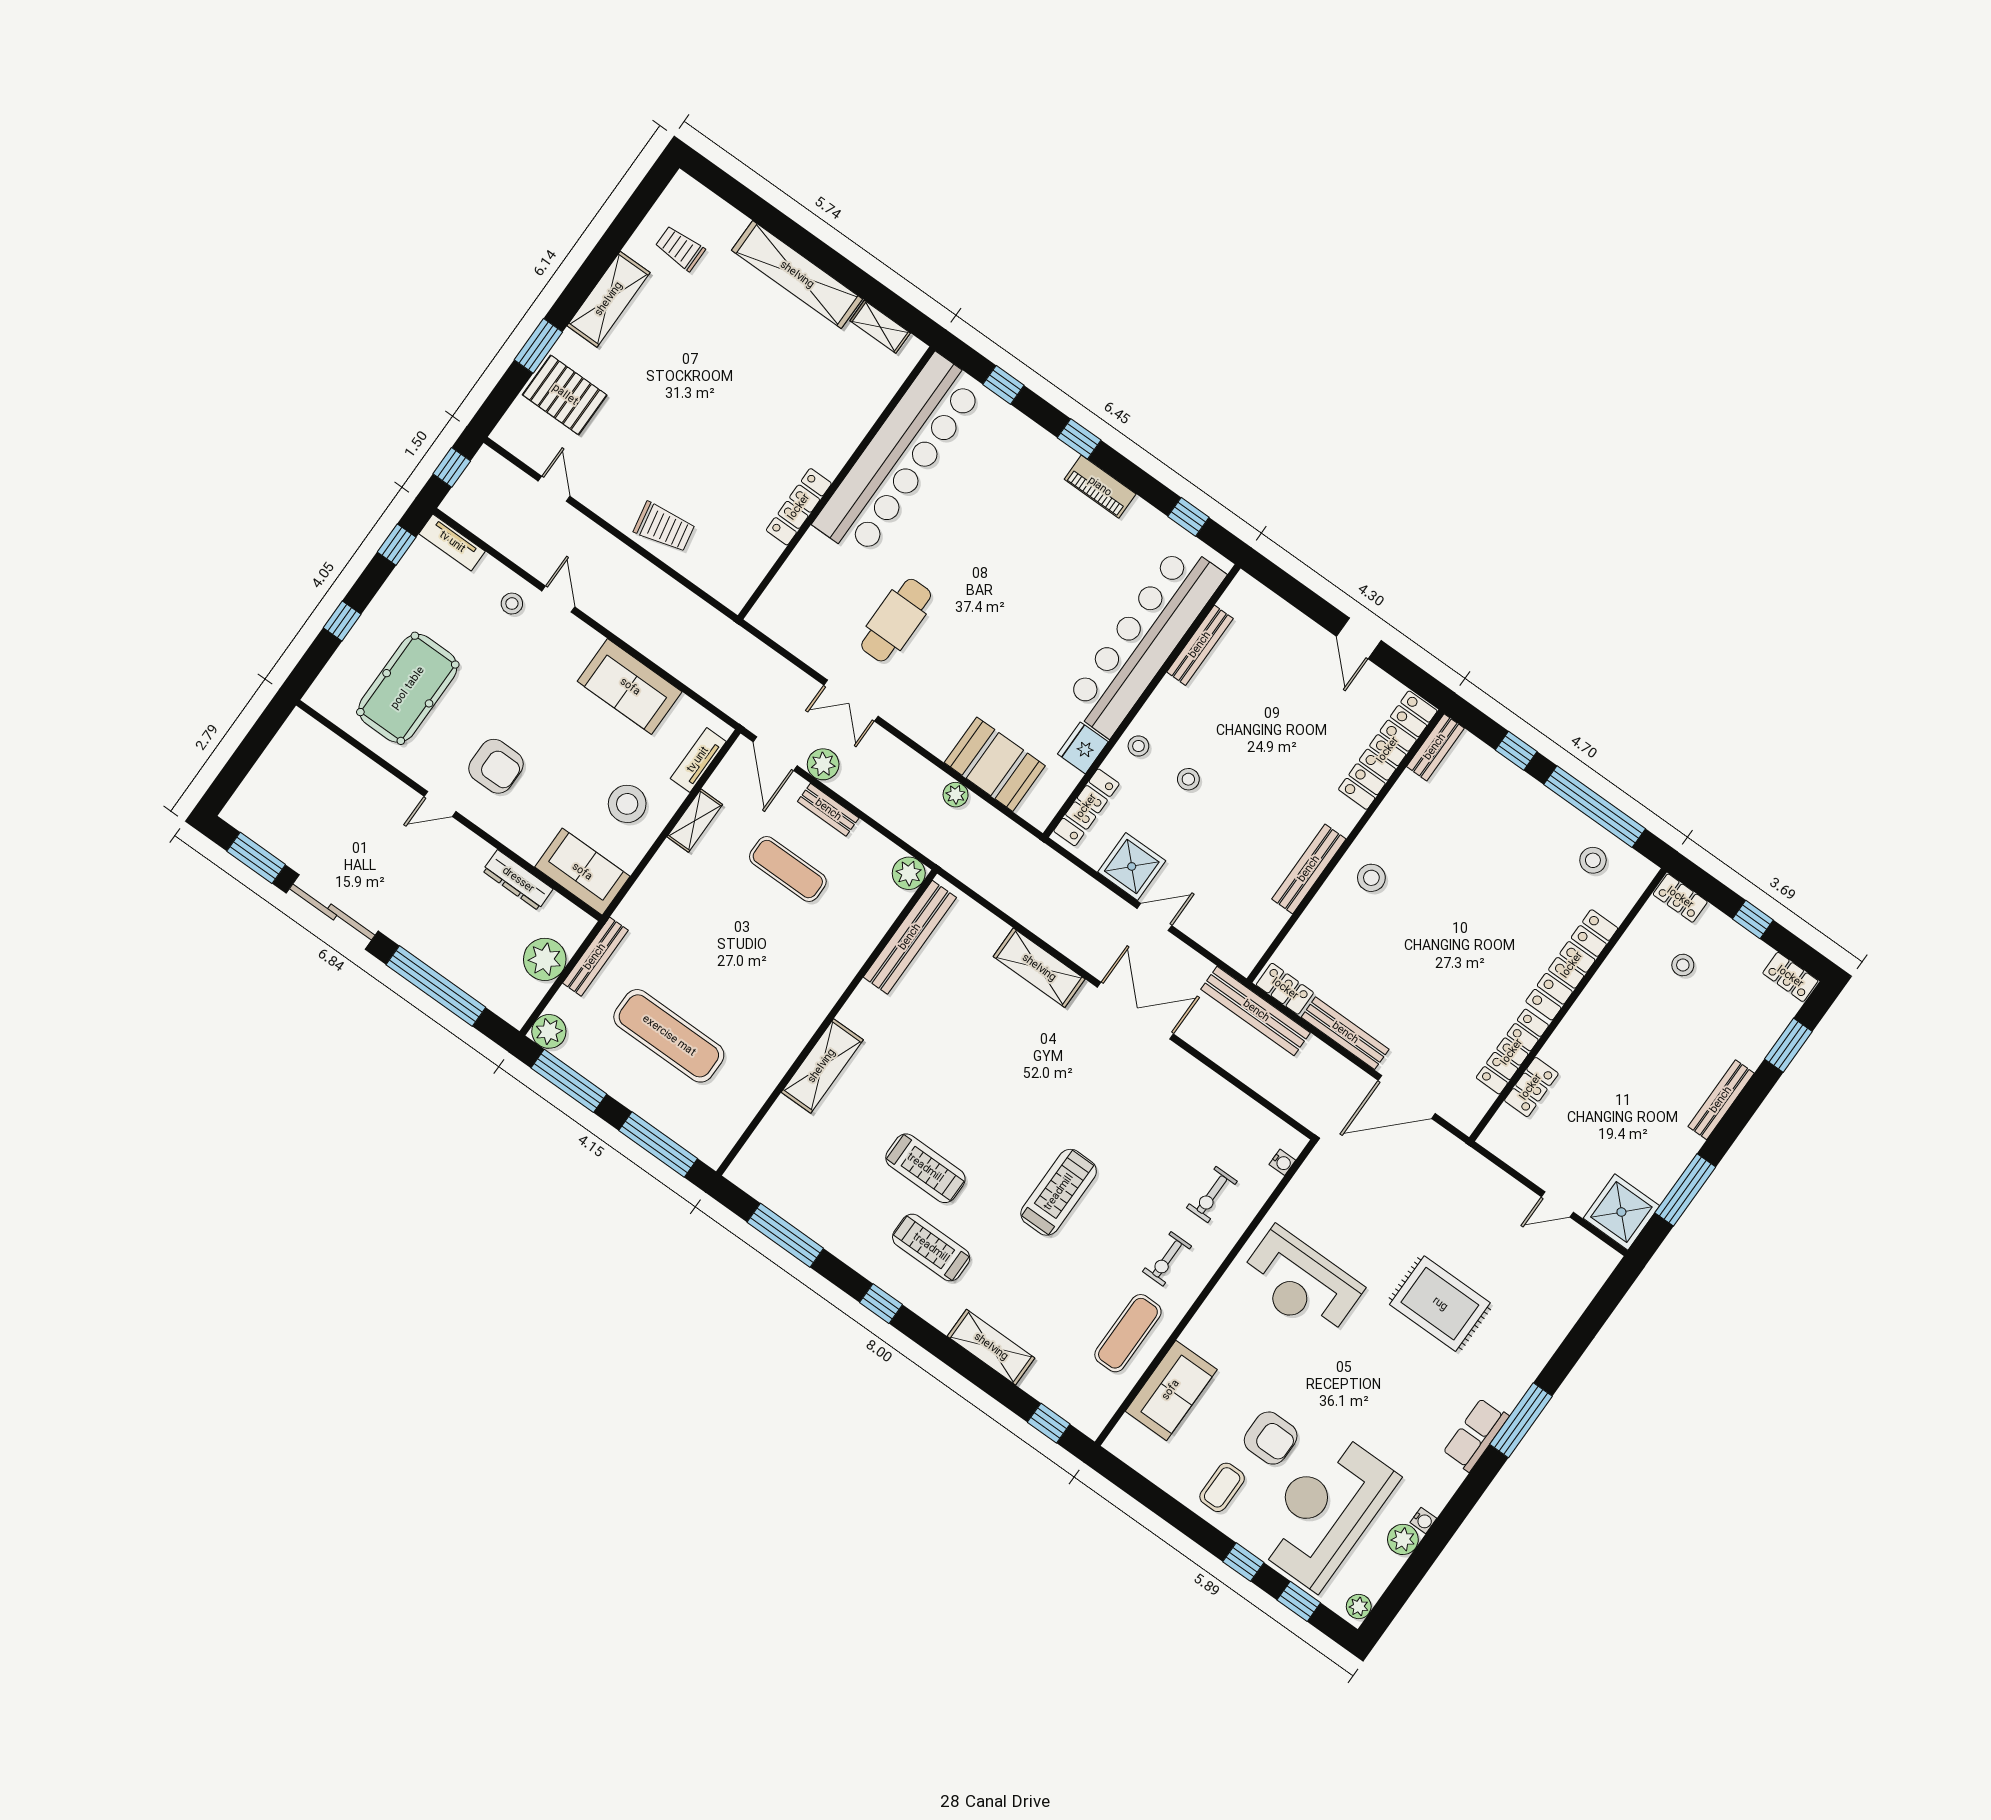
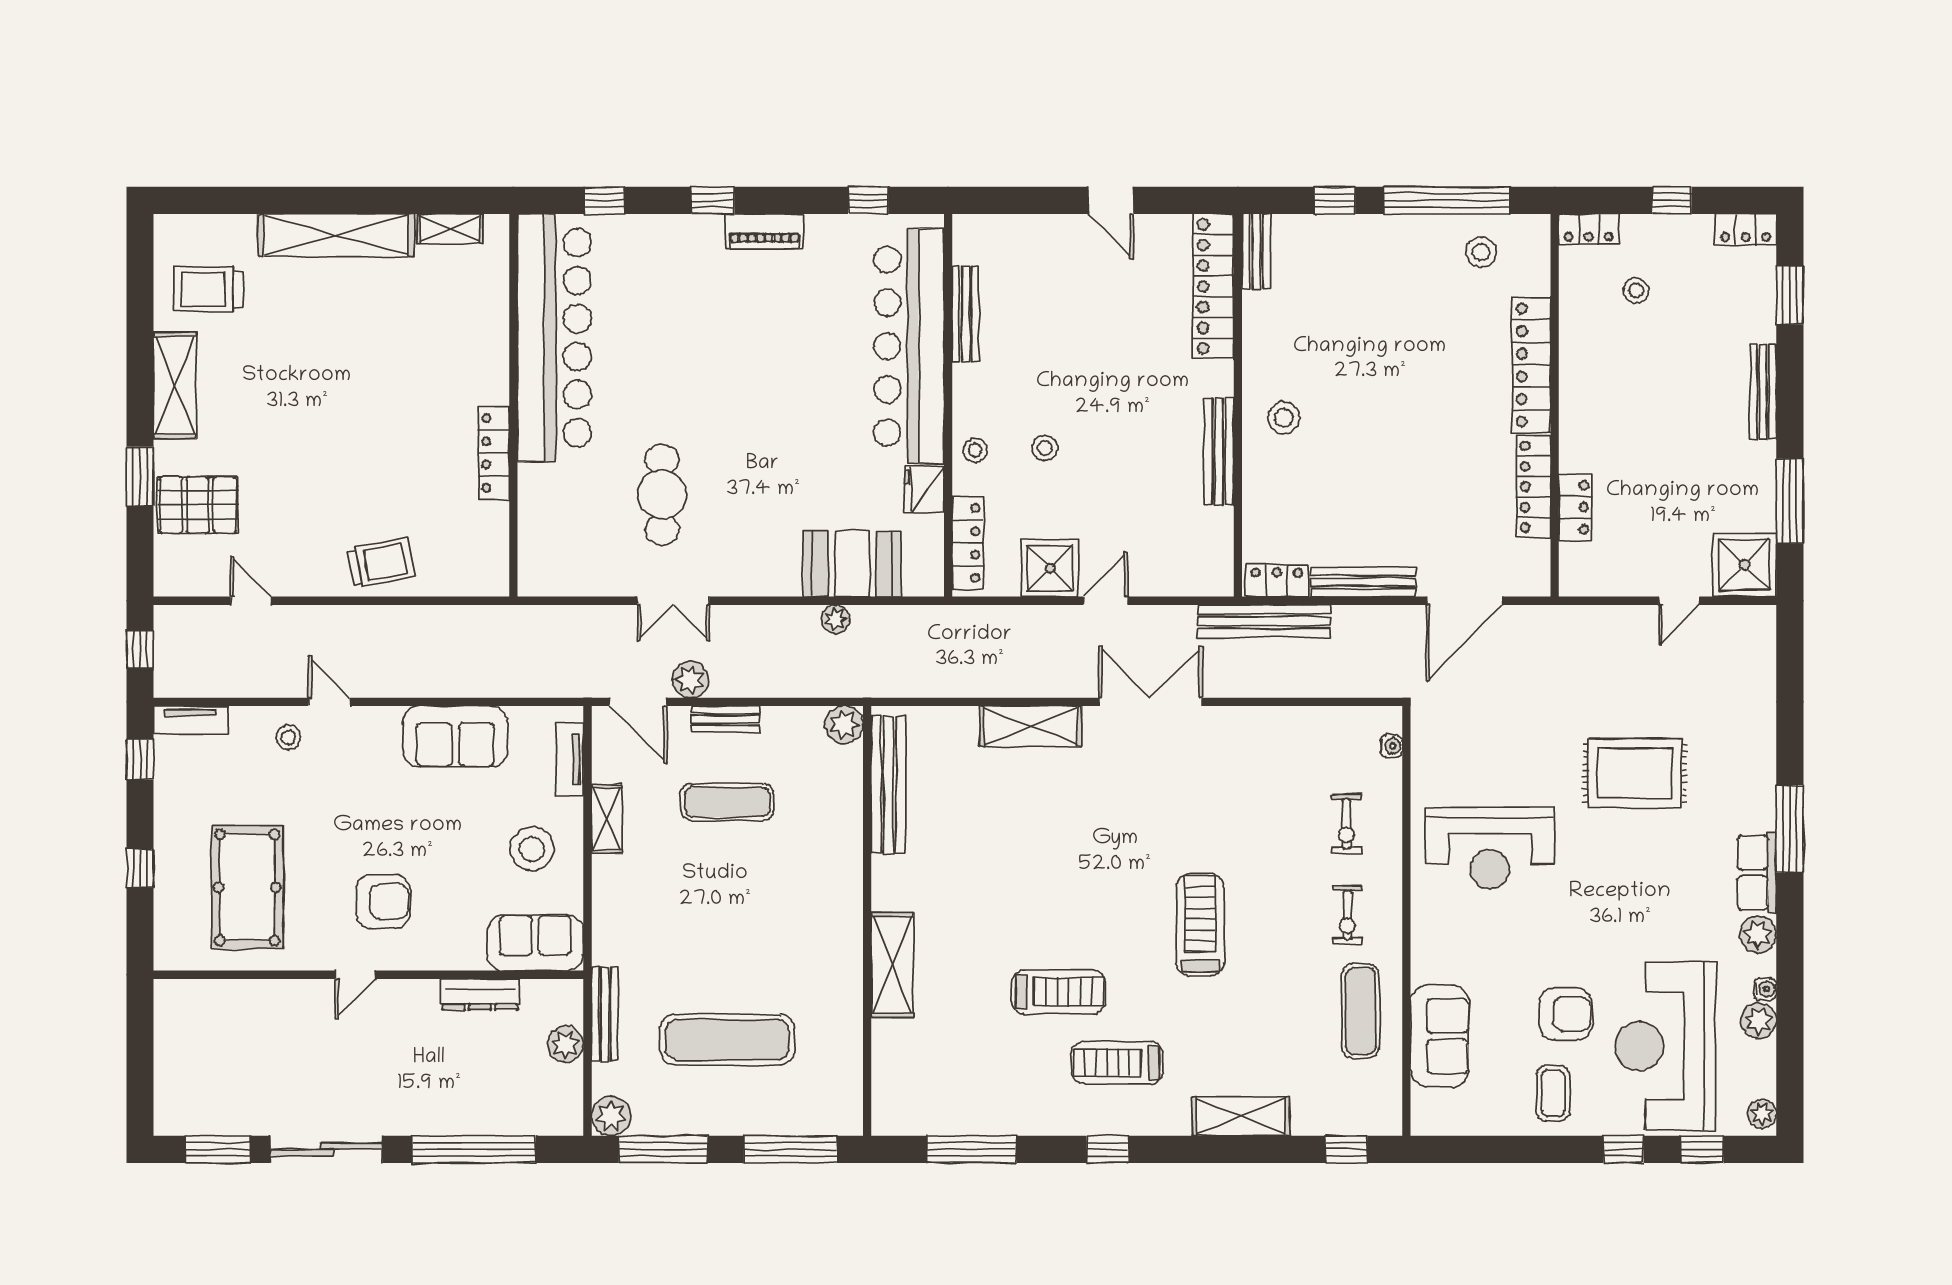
trolley: (680, 248) -> (208, 289), width x1.36, depth x1.39
plant: (545, 959) -> (565, 1044), width x0.73, depth x0.73
plant: (1446, 1478) -> (1758, 934), added

